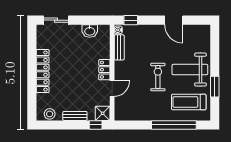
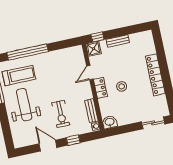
window: (131, 20) -> (73, 140), moved
washbasin: (90, 31) -> (110, 122), moved
weight bench: (190, 70) -> (24, 105), turned -90
exercise bike: (158, 77) -> (61, 114), moved
stool: (50, 114) -> (122, 86), moved

